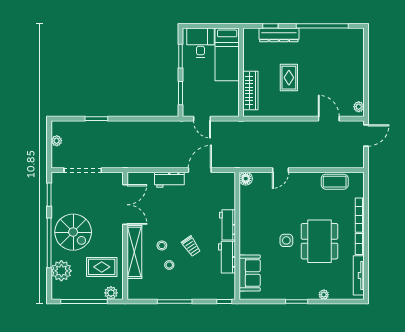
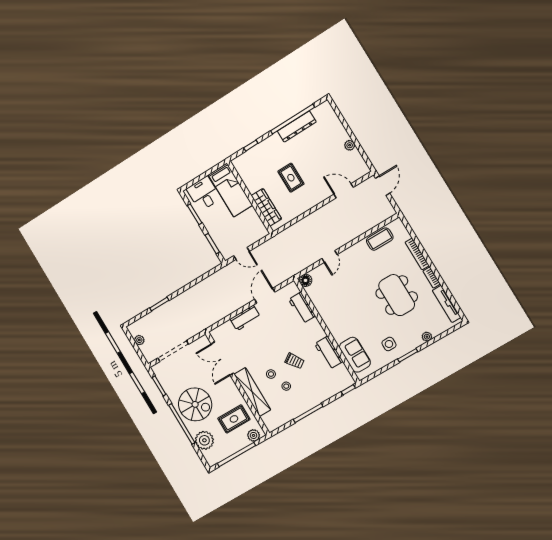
dresser: (279, 35) -> (297, 127), moved
plant: (359, 107) -> (350, 145), moved
double door: (125, 205) -> (222, 359), swing flipped
workbench: (227, 225) -> (302, 308), moved
side table: (286, 240) -> (389, 344), moved

